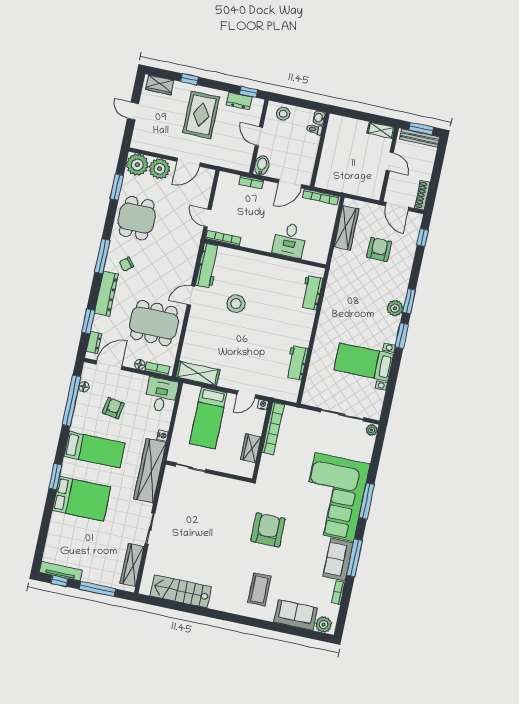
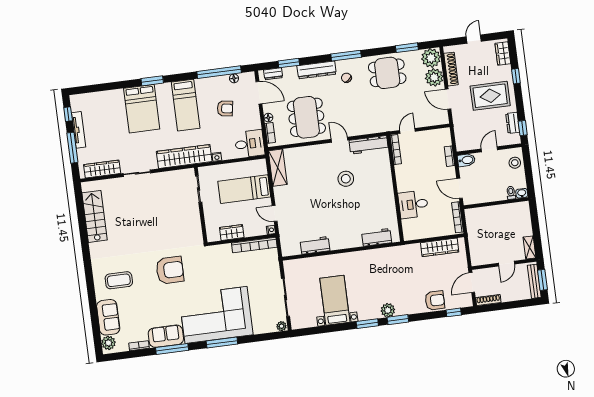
shoe rack: (157, 147) -> (451, 69), added
armchair: (379, 249) -> (435, 300), moved
tv unit: (61, 571) -> (79, 130), moved

